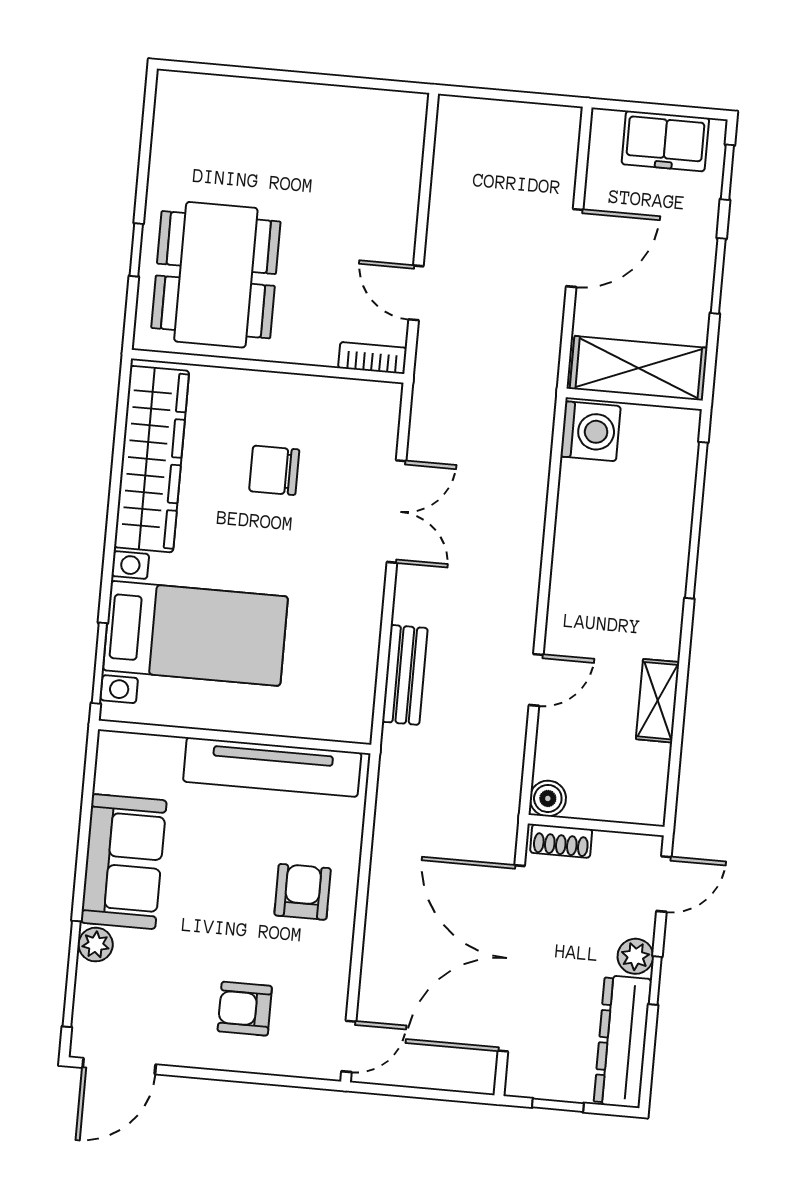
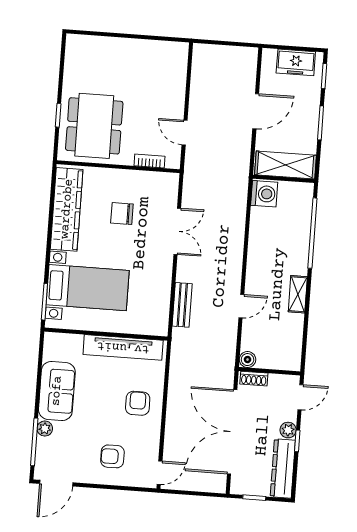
bookcase: (372, 358) -> (149, 161), moved
shelving: (658, 701) -> (298, 294), moved

